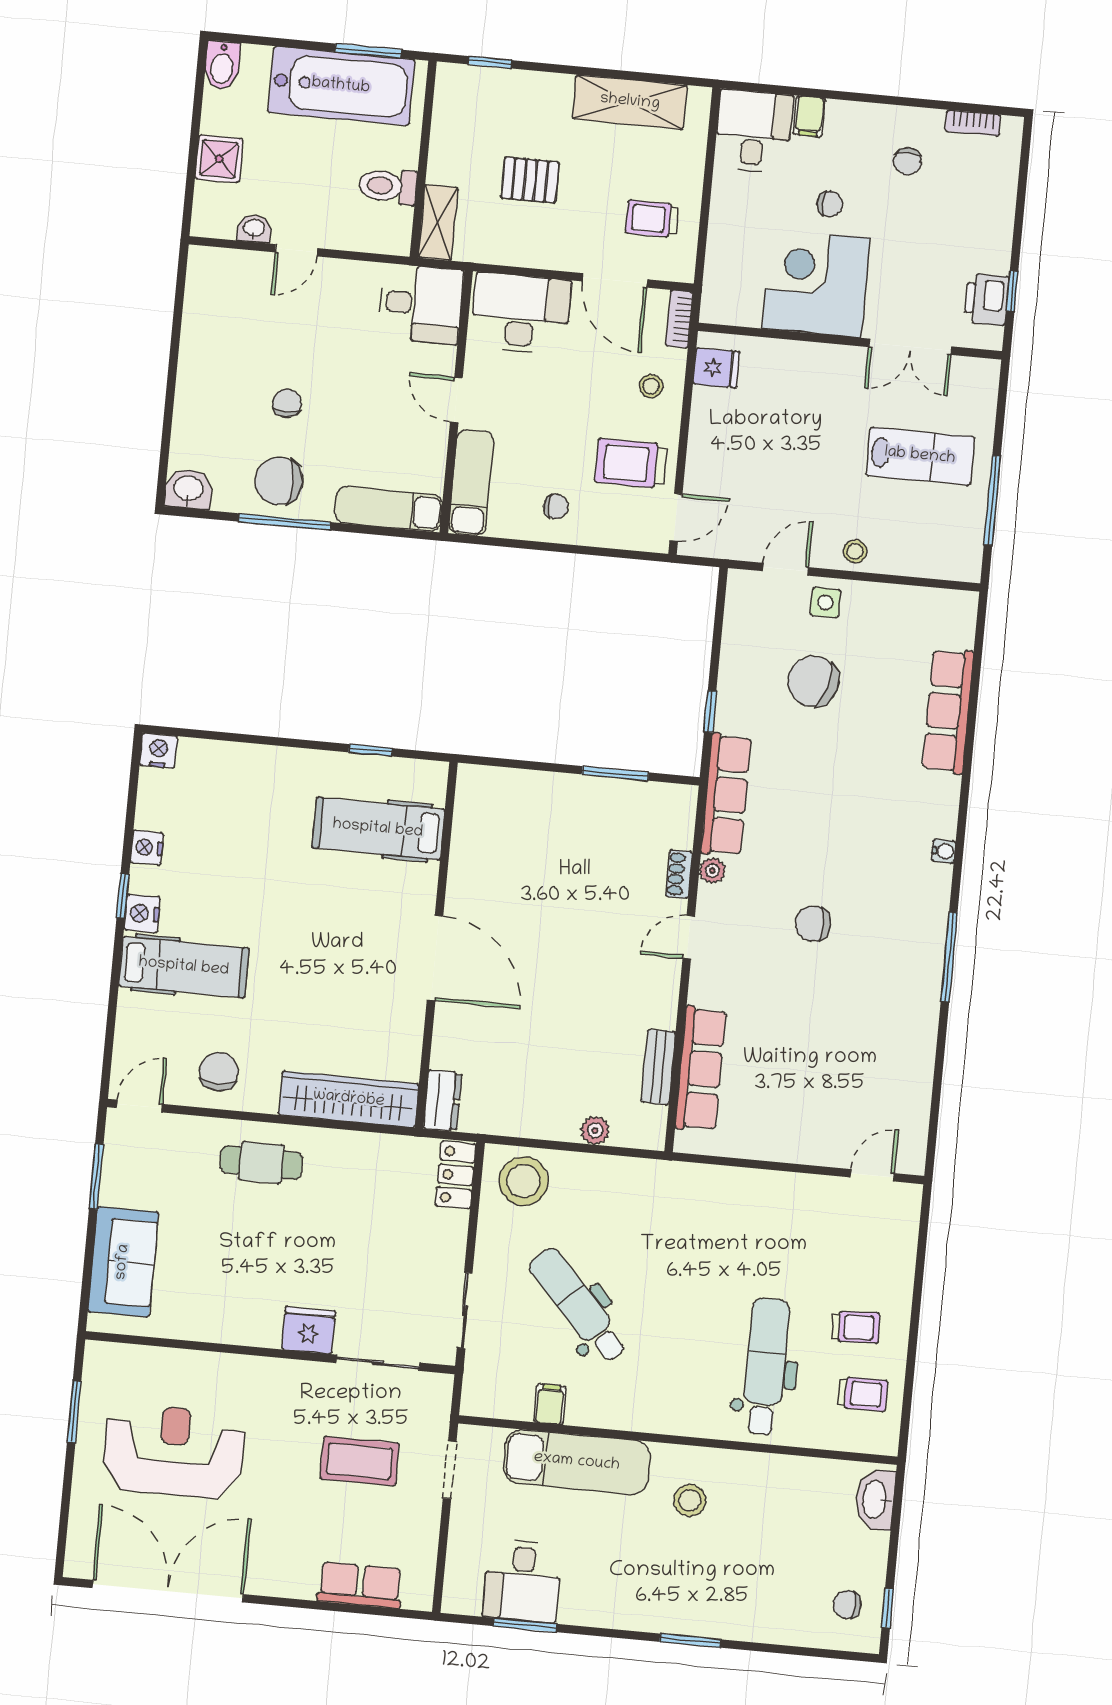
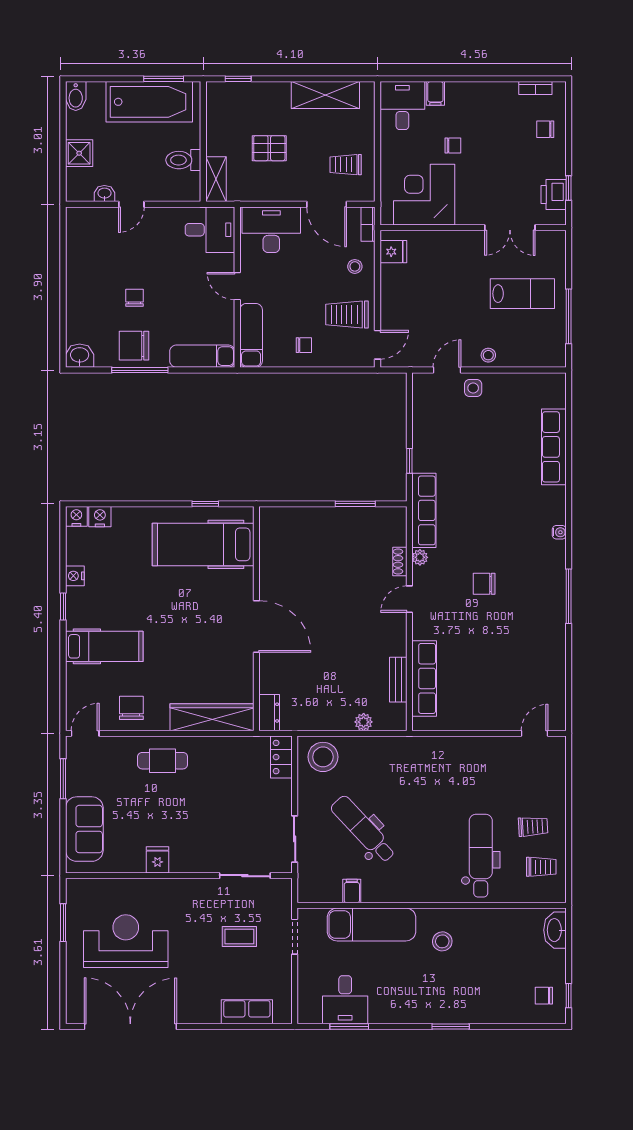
chair: (908, 161) -> (545, 129), moved, turned 90
corner desk: (816, 283) -> (424, 195), moved
chair: (813, 681) -> (470, 437), removed
hospital bed: (378, 829) -> (203, 544), width x1.37, depth x1.29
nightstand: (142, 913) -> (100, 517), moved, turned 90
fridge: (309, 1330) -> (158, 860), moved, width x0.72
coffee table: (360, 1461) -> (239, 936), width x0.73, depth x0.77

